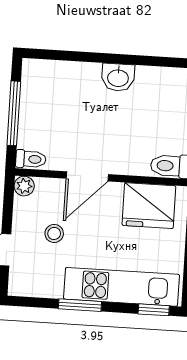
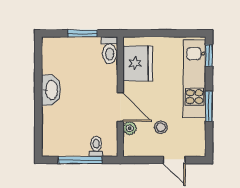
washbasin: (118, 77) -> (51, 90), width x1.38
toilet: (31, 159) -> (96, 146), moved
plant: (24, 186) -> (130, 128), moved

